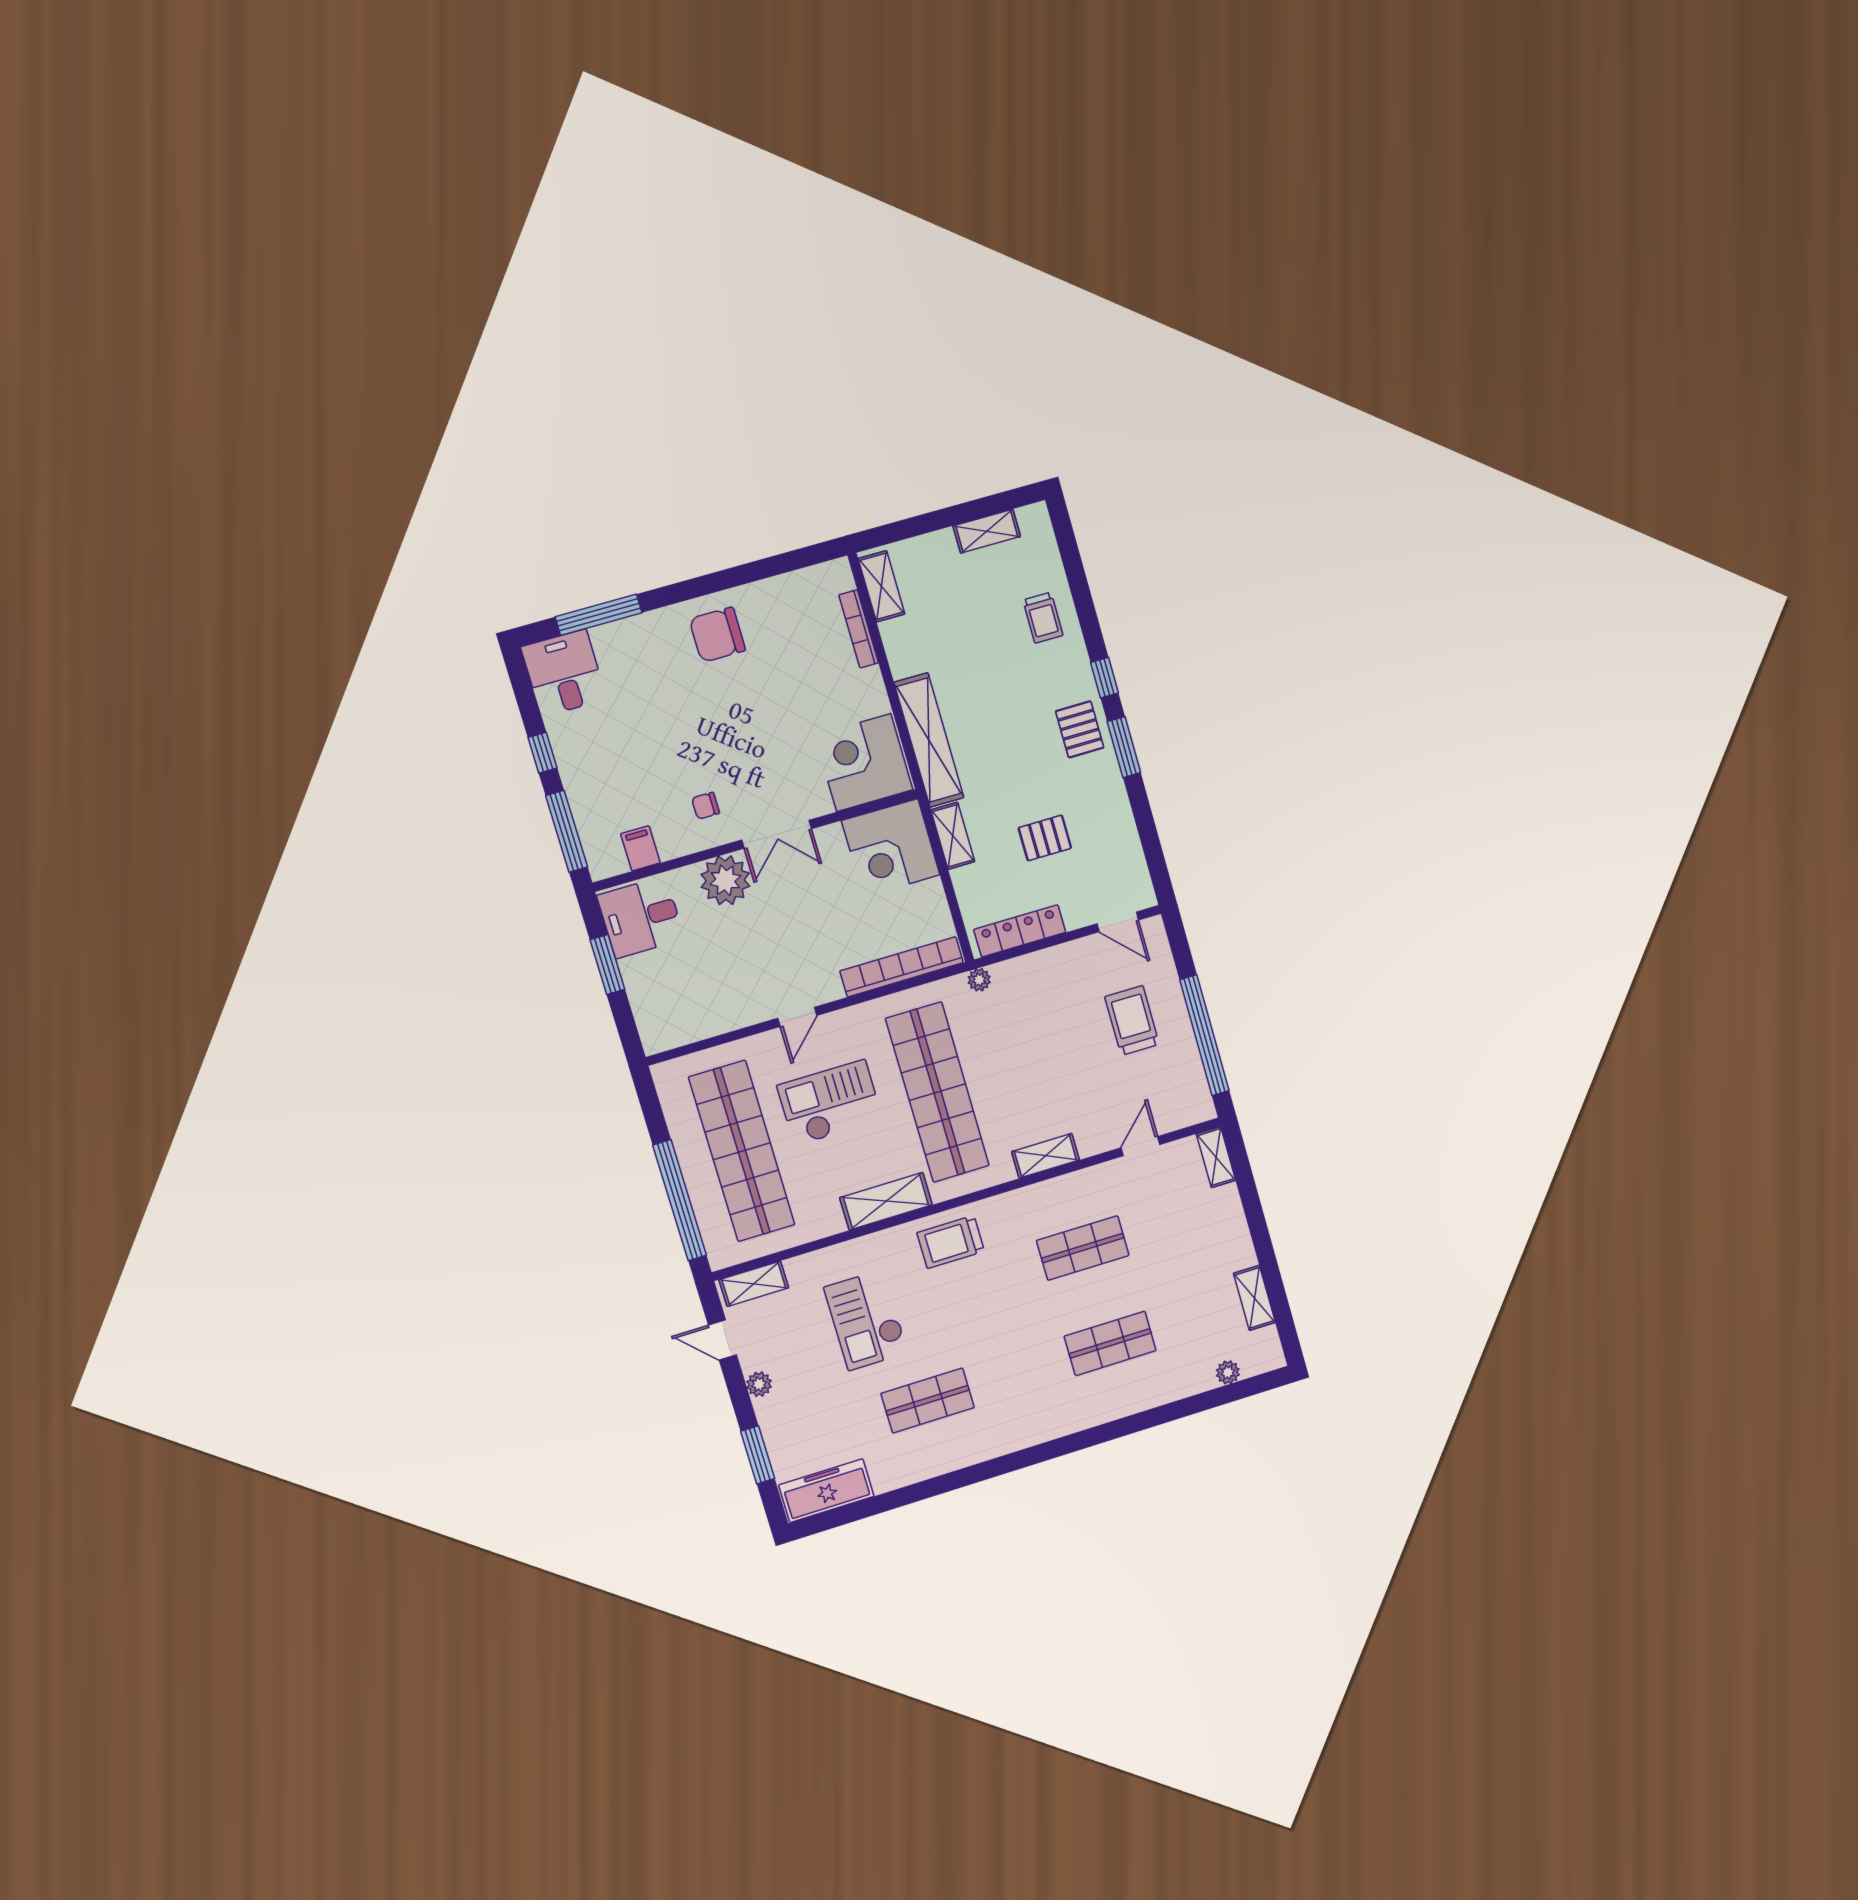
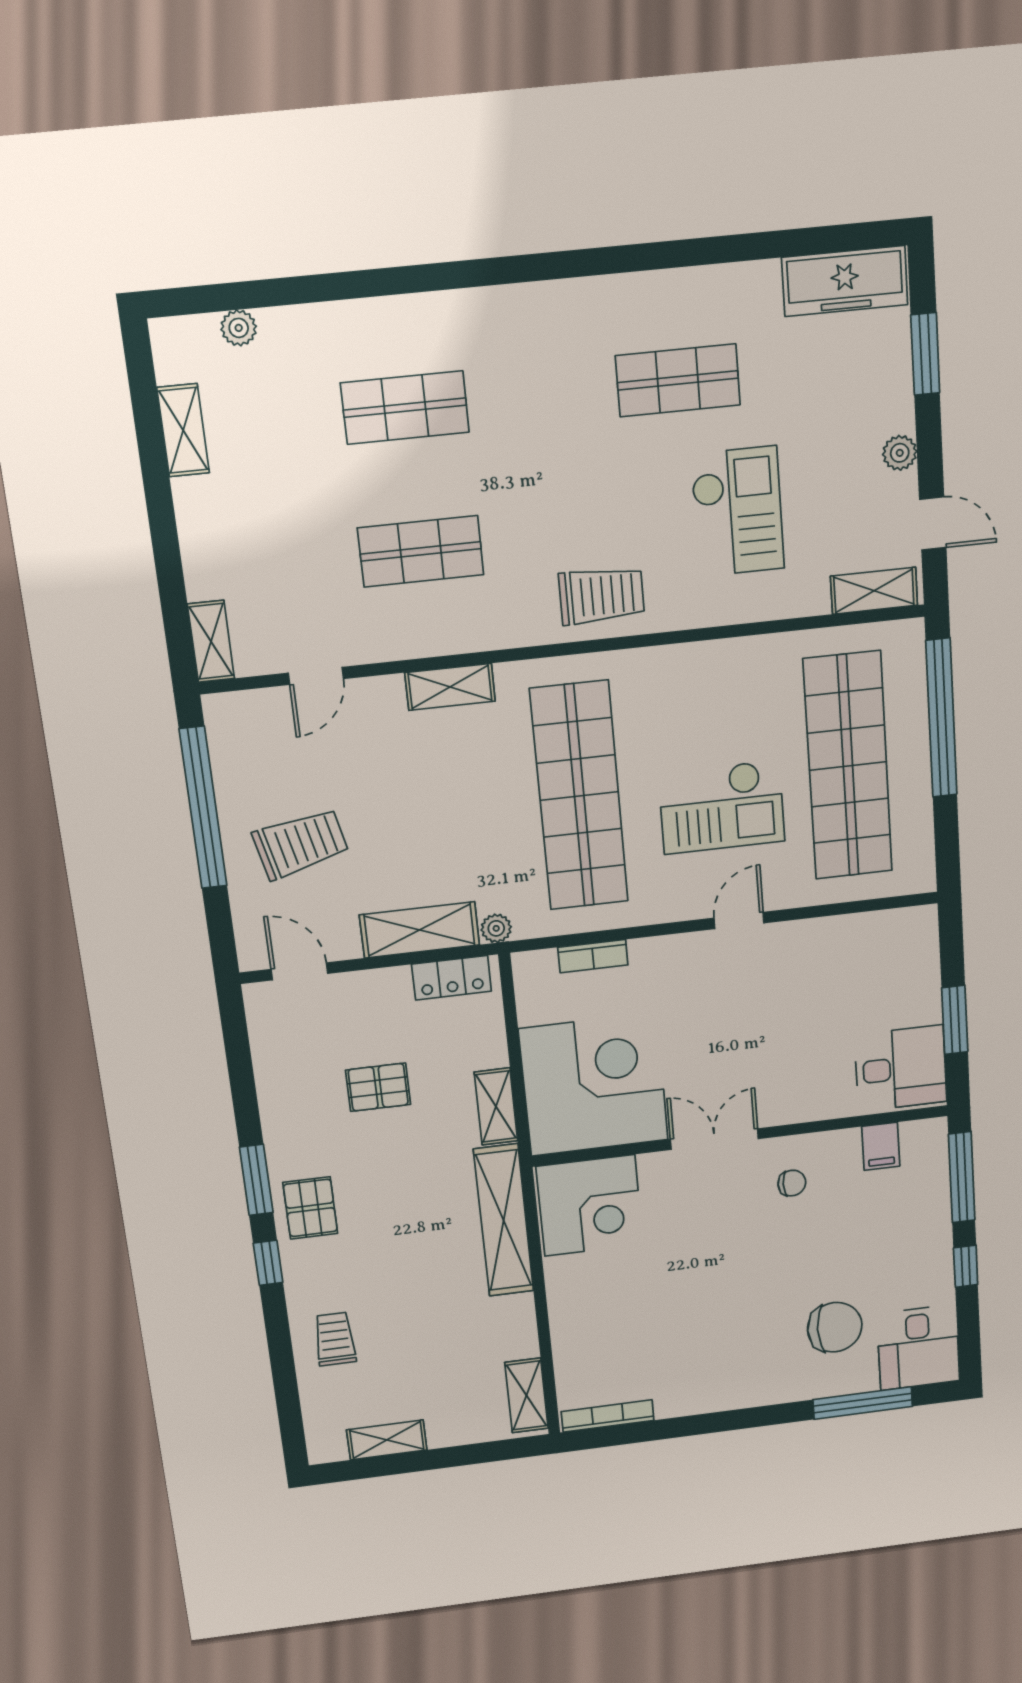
bookcase: (859, 629) -> (608, 1416), moved, turned -90
chair: (717, 635) -> (835, 1327), moved
corner desk: (891, 848) -> (594, 1085), width x1.36, depth x1.36
plant: (725, 880) -> (789, 1096), removed
locker: (1020, 931) -> (452, 978), width x0.66
bookcase: (902, 967) -> (593, 956), width x0.43, depth x0.76
trolley: (1132, 1021) -> (301, 844), turned -103
shelving: (886, 1201) -> (420, 930), moved

